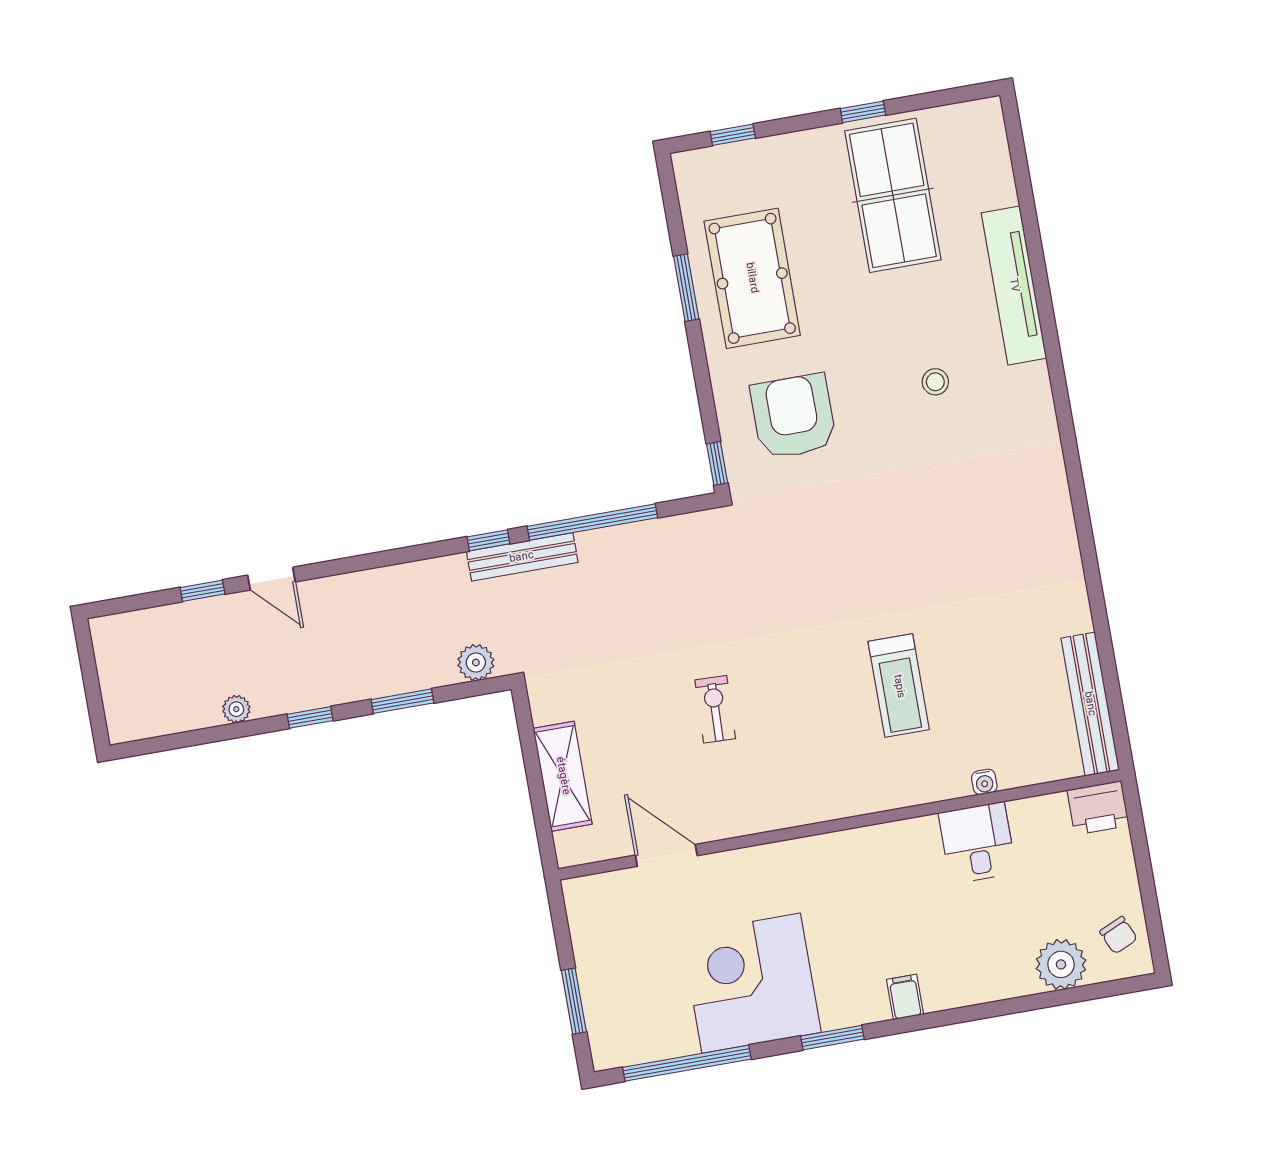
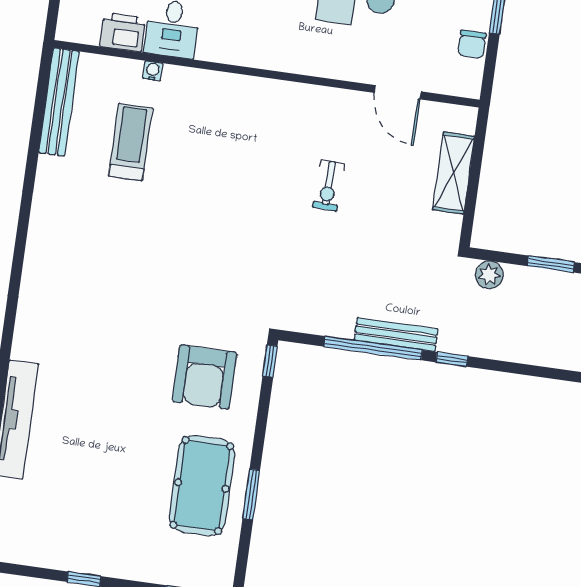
table tennis table: (893, 195) -> (82, 512), removed
stool: (935, 382) -> (95, 369), removed
bench: (522, 557) -> (396, 335), moved
treadmill: (899, 686) -> (131, 142), moved
printer: (1098, 808) -> (123, 32), moved
chair: (592, 947) -> (472, 44), added

